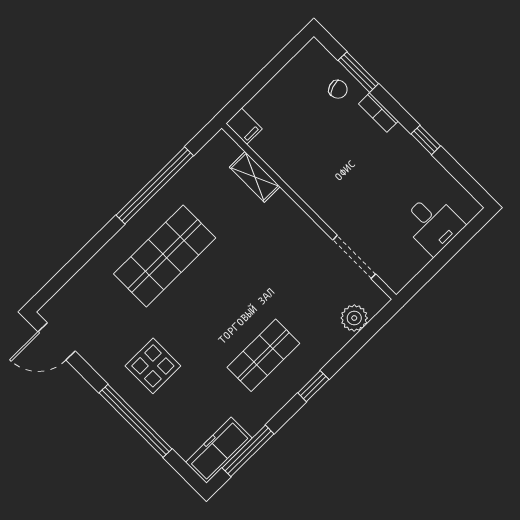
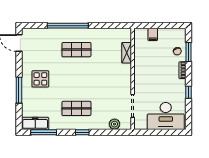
filing cabinet: (244, 126) -> (153, 34), moved
window: (155, 185) -> (68, 26), moved
desk: (433, 224) -> (166, 116), width x1.87, depth x1.30
shop shelf: (165, 256) -> (76, 50), width x0.70, depth x0.74
window: (136, 421) -> (19, 90), width x0.68

